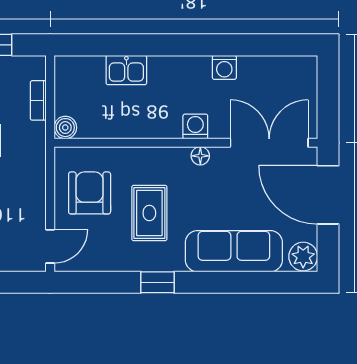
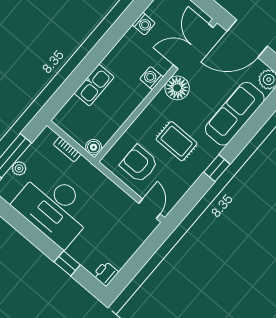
washing machine: (224, 67) -> (144, 24), moved
kitchen sink: (126, 70) -> (94, 85), width x1.38
floor lamp: (200, 156) -> (177, 88), width x1.89, depth x1.89

